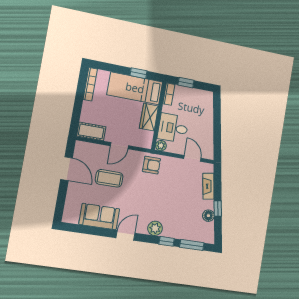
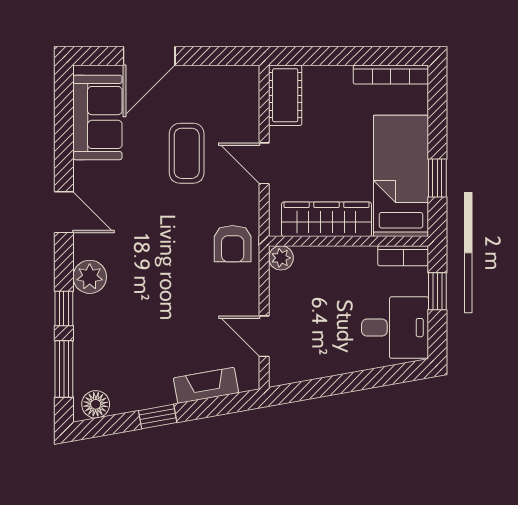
wardrobe: (149, 117) -> (326, 219), width x1.50
desk: (173, 128) -> (395, 328), moved, turned 90
door: (192, 158) -> (264, 336), swing flipped
door: (67, 169) -> (149, 56), moved
floor lamp: (208, 216) -> (96, 404), moved
sofa: (99, 217) -> (97, 117), moved

